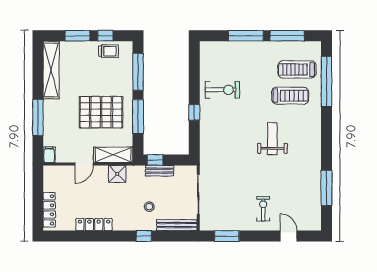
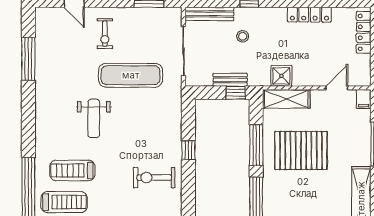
door: (84, 164) -> (337, 88), moved
exercise mat: (242, 174) -> (131, 75), added

